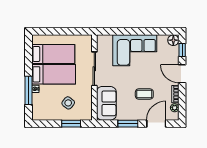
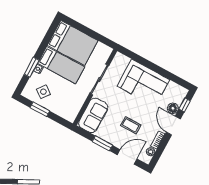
floor lamp: (173, 40) -> (173, 108), moved
bed: (53, 54) -> (73, 43), width x1.50
window: (29, 90) -> (32, 67), width x0.69
side table: (68, 103) -> (43, 92), moved
window: (71, 124) -> (40, 109), moved

